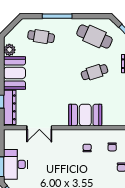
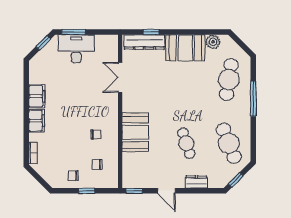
cafe table: (41, 37) -> (229, 80), width x1.37, depth x1.35
cafe table: (95, 37) -> (229, 143), turned -45

